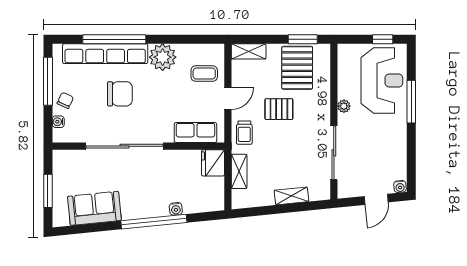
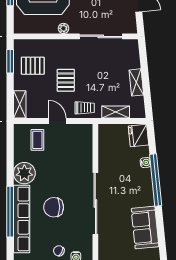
pallet: (297, 68) -> (33, 66), width x0.67, depth x0.71
chair: (120, 94) -> (54, 207), turned -90
row of seats: (195, 133) -> (85, 147), removed
fridge: (213, 163) -> (139, 135), moved, turned 84
shelving: (291, 196) -> (136, 82), moved

